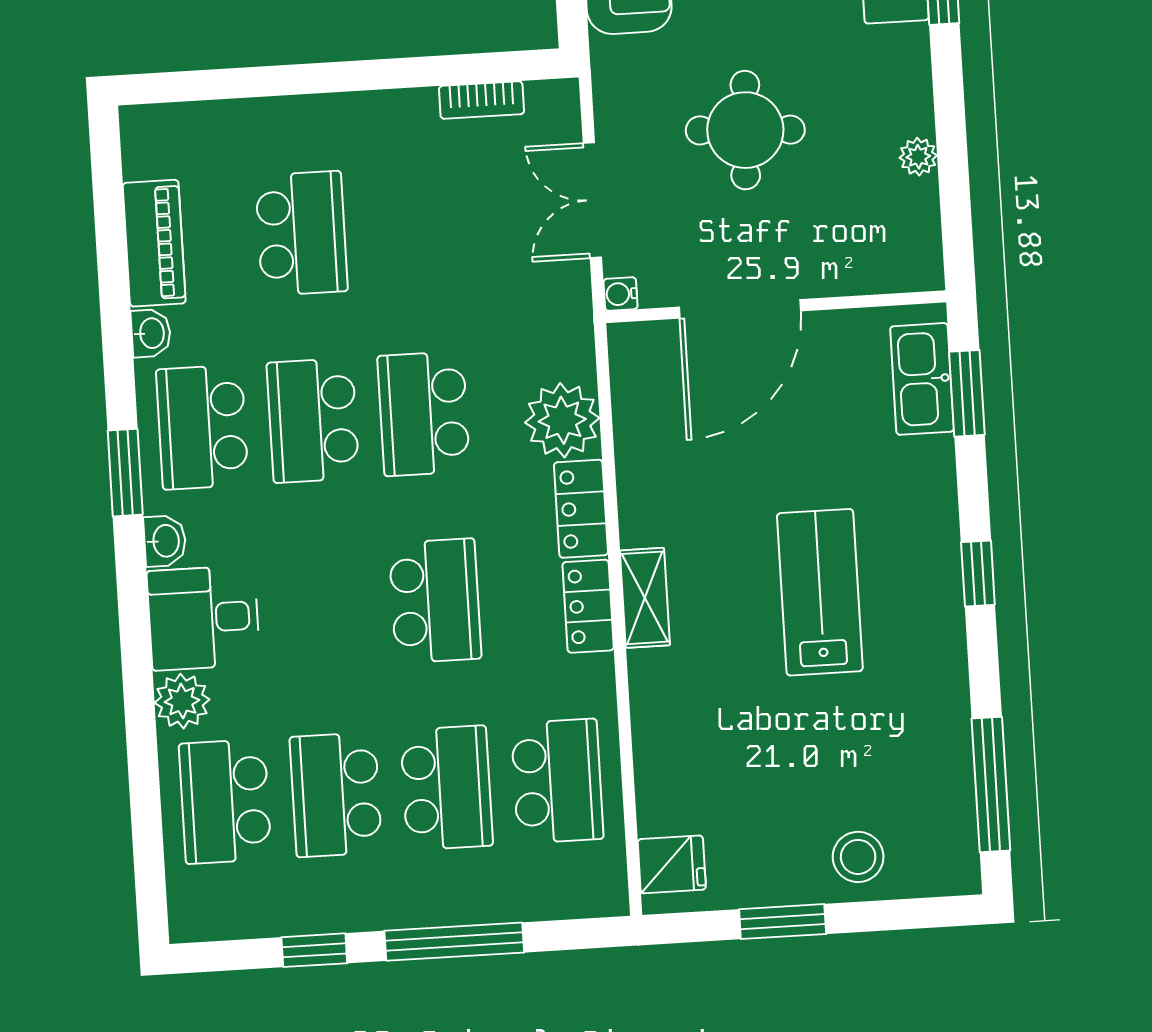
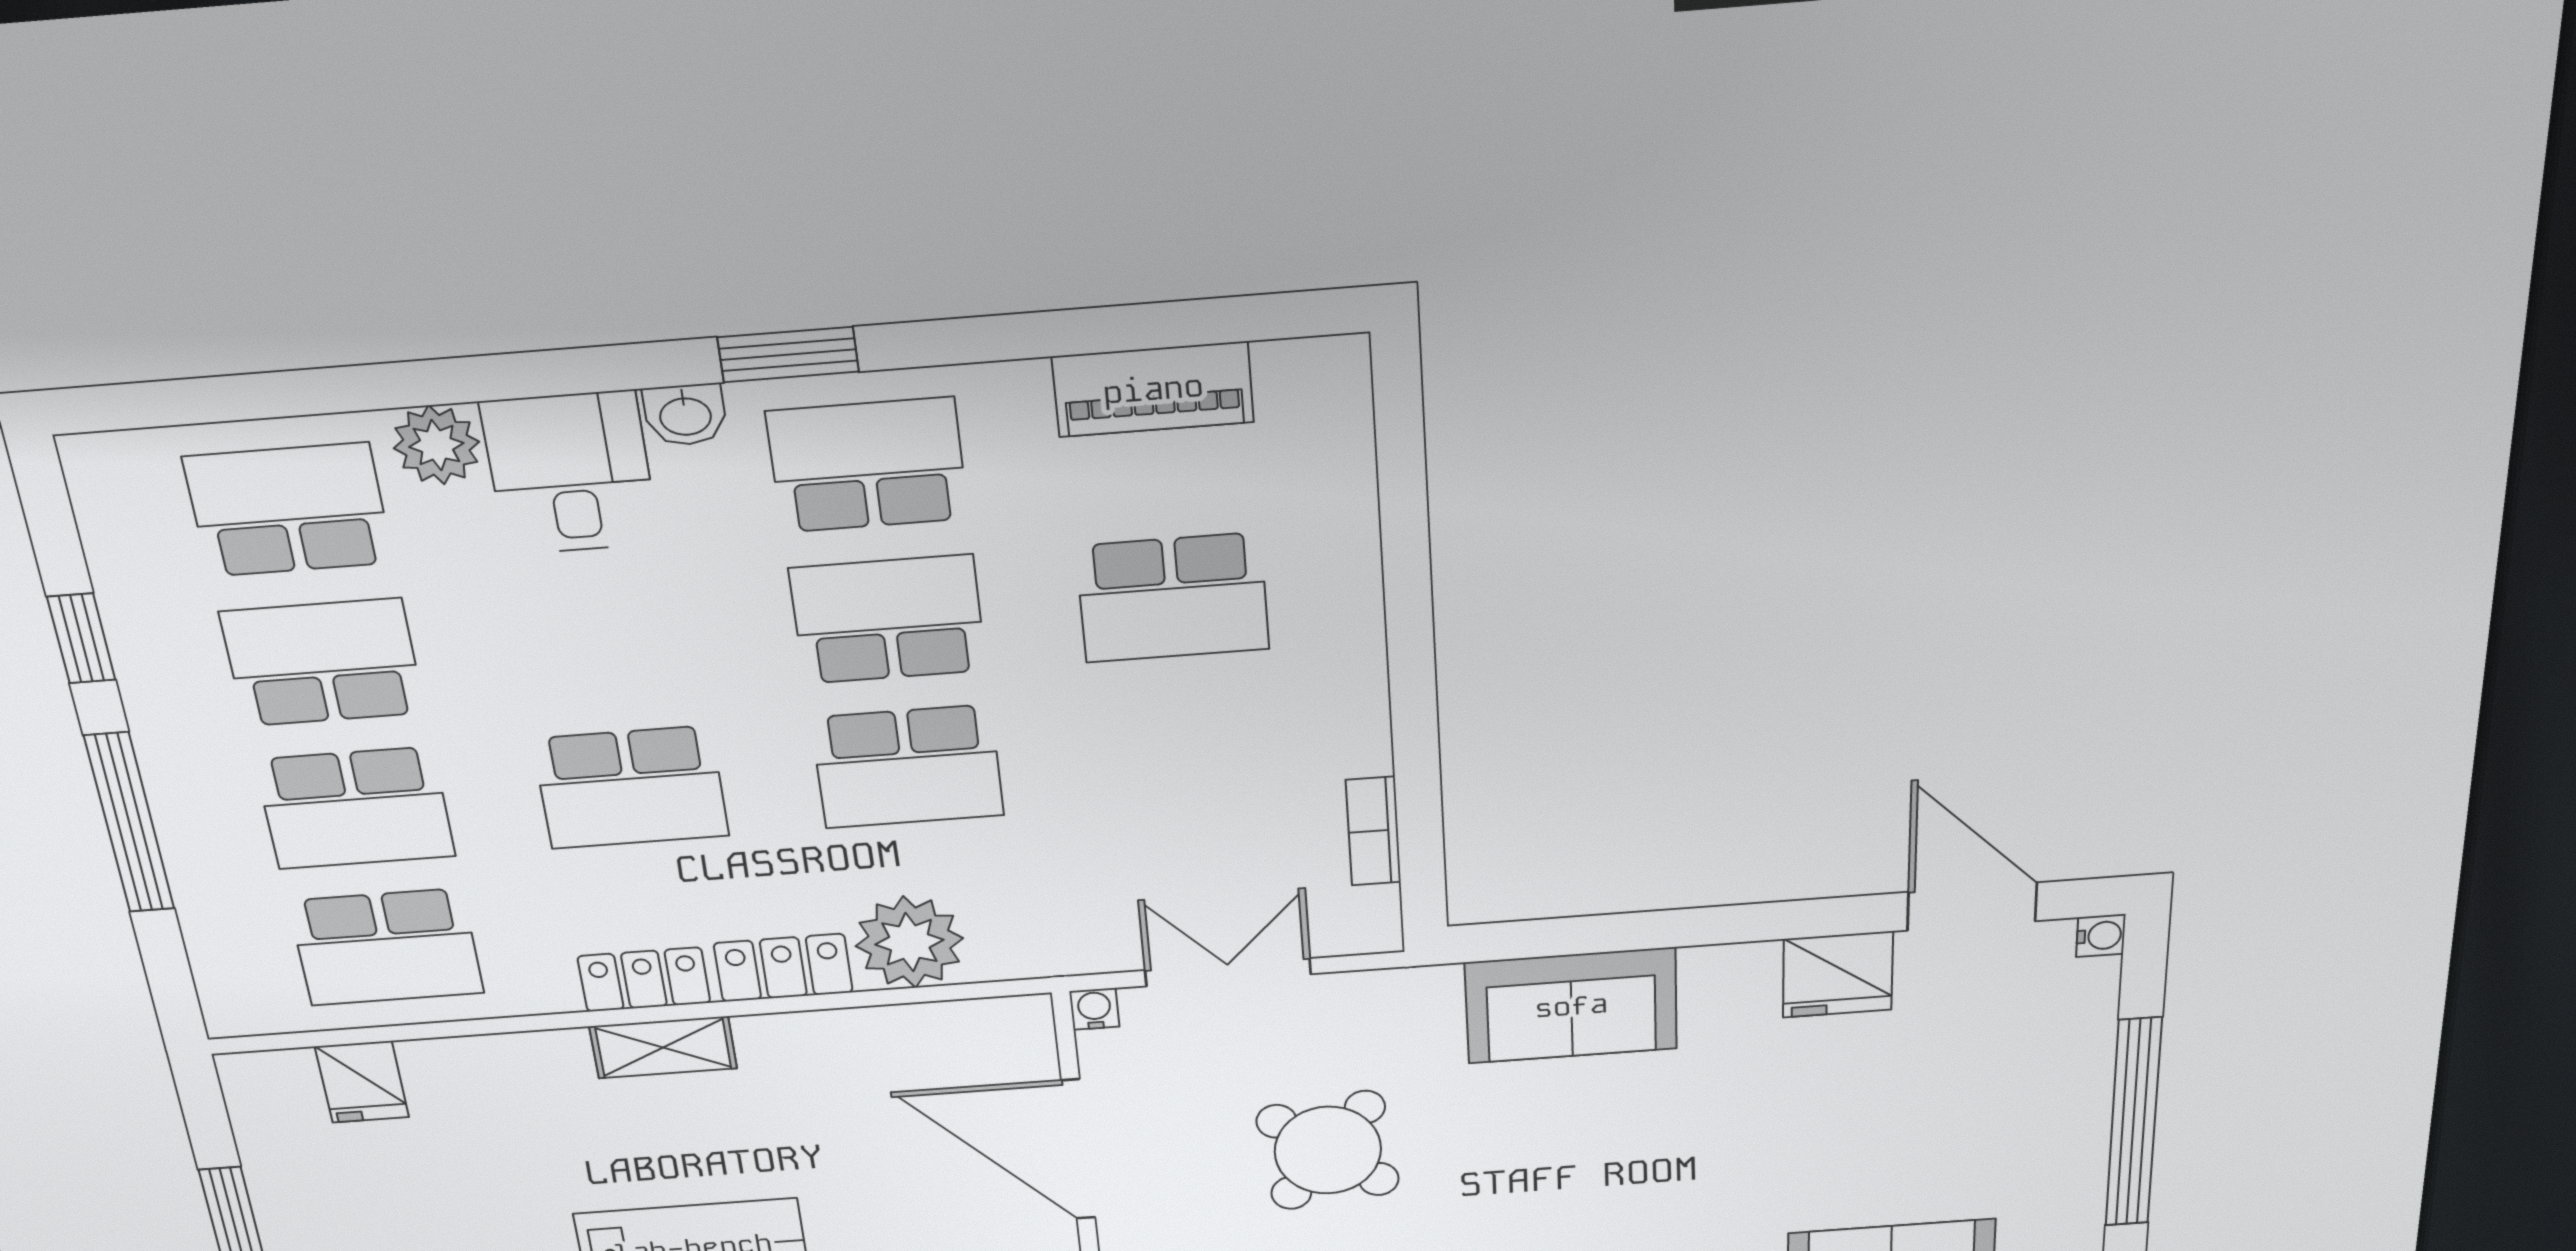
round table: (745, 130) -> (1328, 1150), turned 36
washbasin: (151, 333) -> (1011, 388), removed
school desk: (424, 414) -> (908, 767), turned 180
fridge: (672, 864) -> (362, 1082), moved

